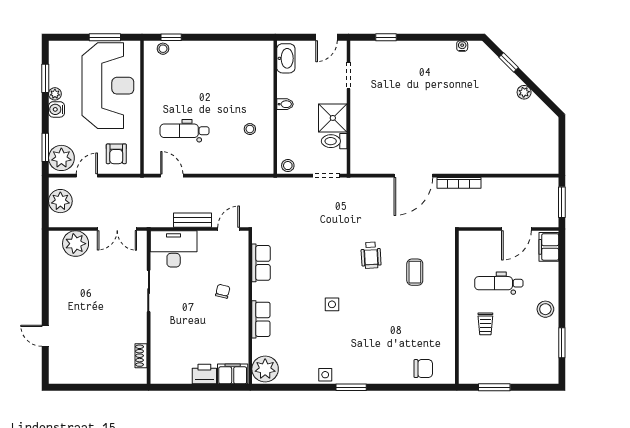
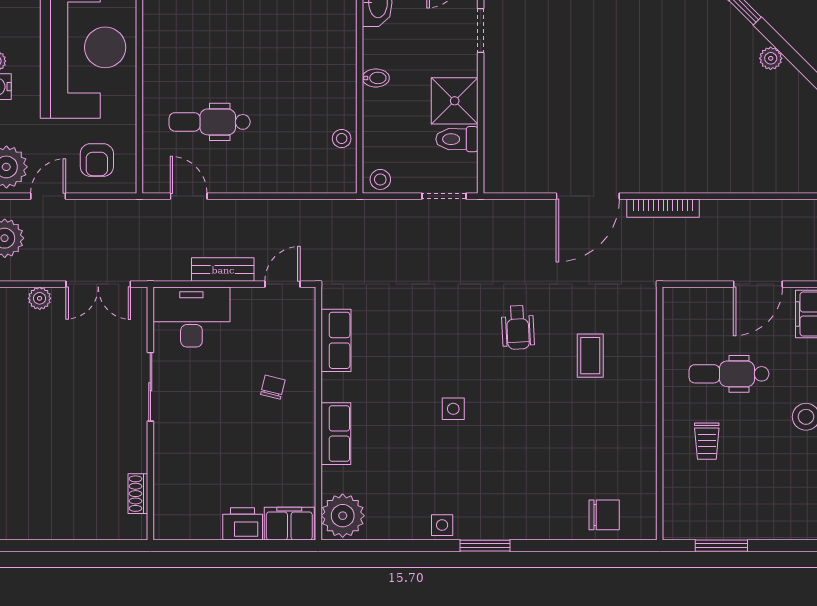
stool: (250, 129) -> (342, 139), moved
plant: (76, 244) -> (40, 298), width x0.53, depth x0.53

